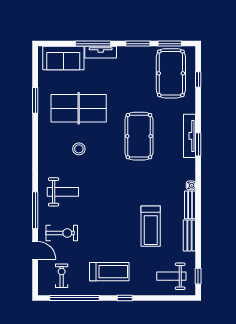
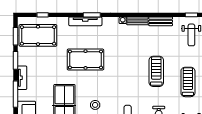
tv unit: (101, 52) -> (22, 78), moved
treadmill: (151, 226) -> (156, 71), moved, turned -90

